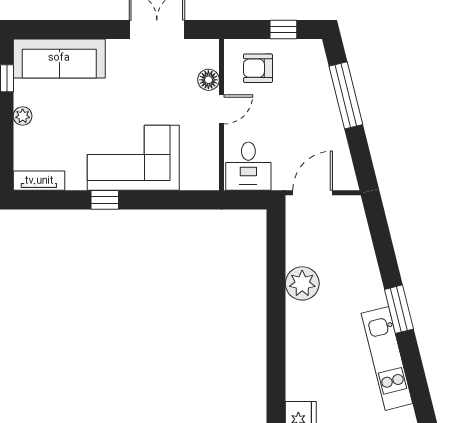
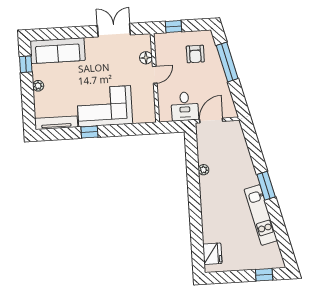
window: (283, 29) -> (174, 26), moved
armchair: (258, 68) -> (195, 54), moved, turned -90
desk: (248, 166) -> (185, 106), moved
tv unit: (39, 181) -> (56, 123), width x1.41
plant: (302, 283) -> (203, 170), width x0.53, depth x0.53

